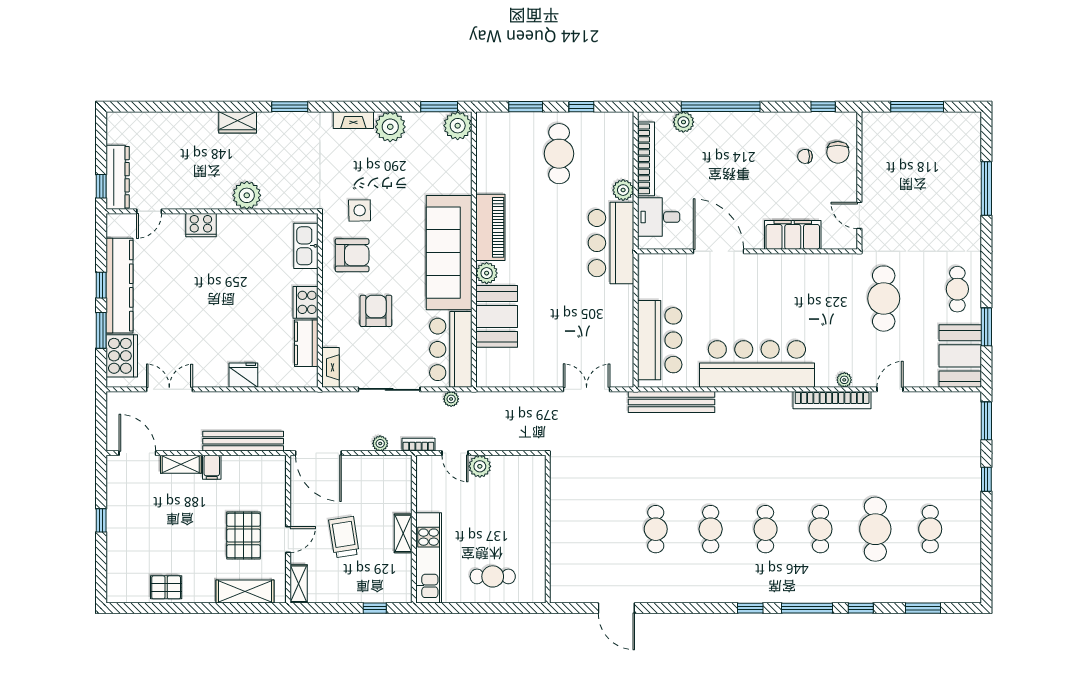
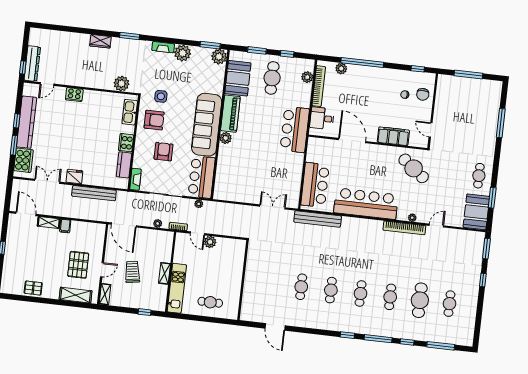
plant: (623, 190) -> (307, 77), moved
plant: (247, 195) -> (121, 84), moved
cafe table: (884, 299) -> (414, 168), moved, turned -52
booth: (497, 316) -> (238, 78), moved
fridge: (243, 375) -> (74, 177), moved
bench: (243, 441) -> (94, 193), moved
window: (923, 608) -> (441, 346), width x1.44

